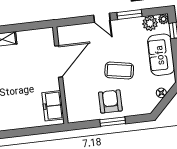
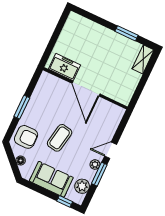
plant: (164, 19) -> (95, 164), moved
door: (59, 61) -> (86, 89), moved
armchair: (110, 101) -> (26, 137), moved

